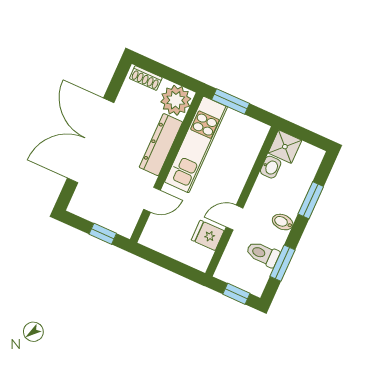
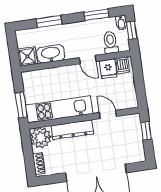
washbasin: (271, 167) -> (51, 54), width x1.91, depth x1.45
bidet: (283, 222) -> (121, 23), moved
toilet: (263, 254) -> (110, 42), moved, turned 180
dishwasher: (201, 256) -> (123, 65), added

